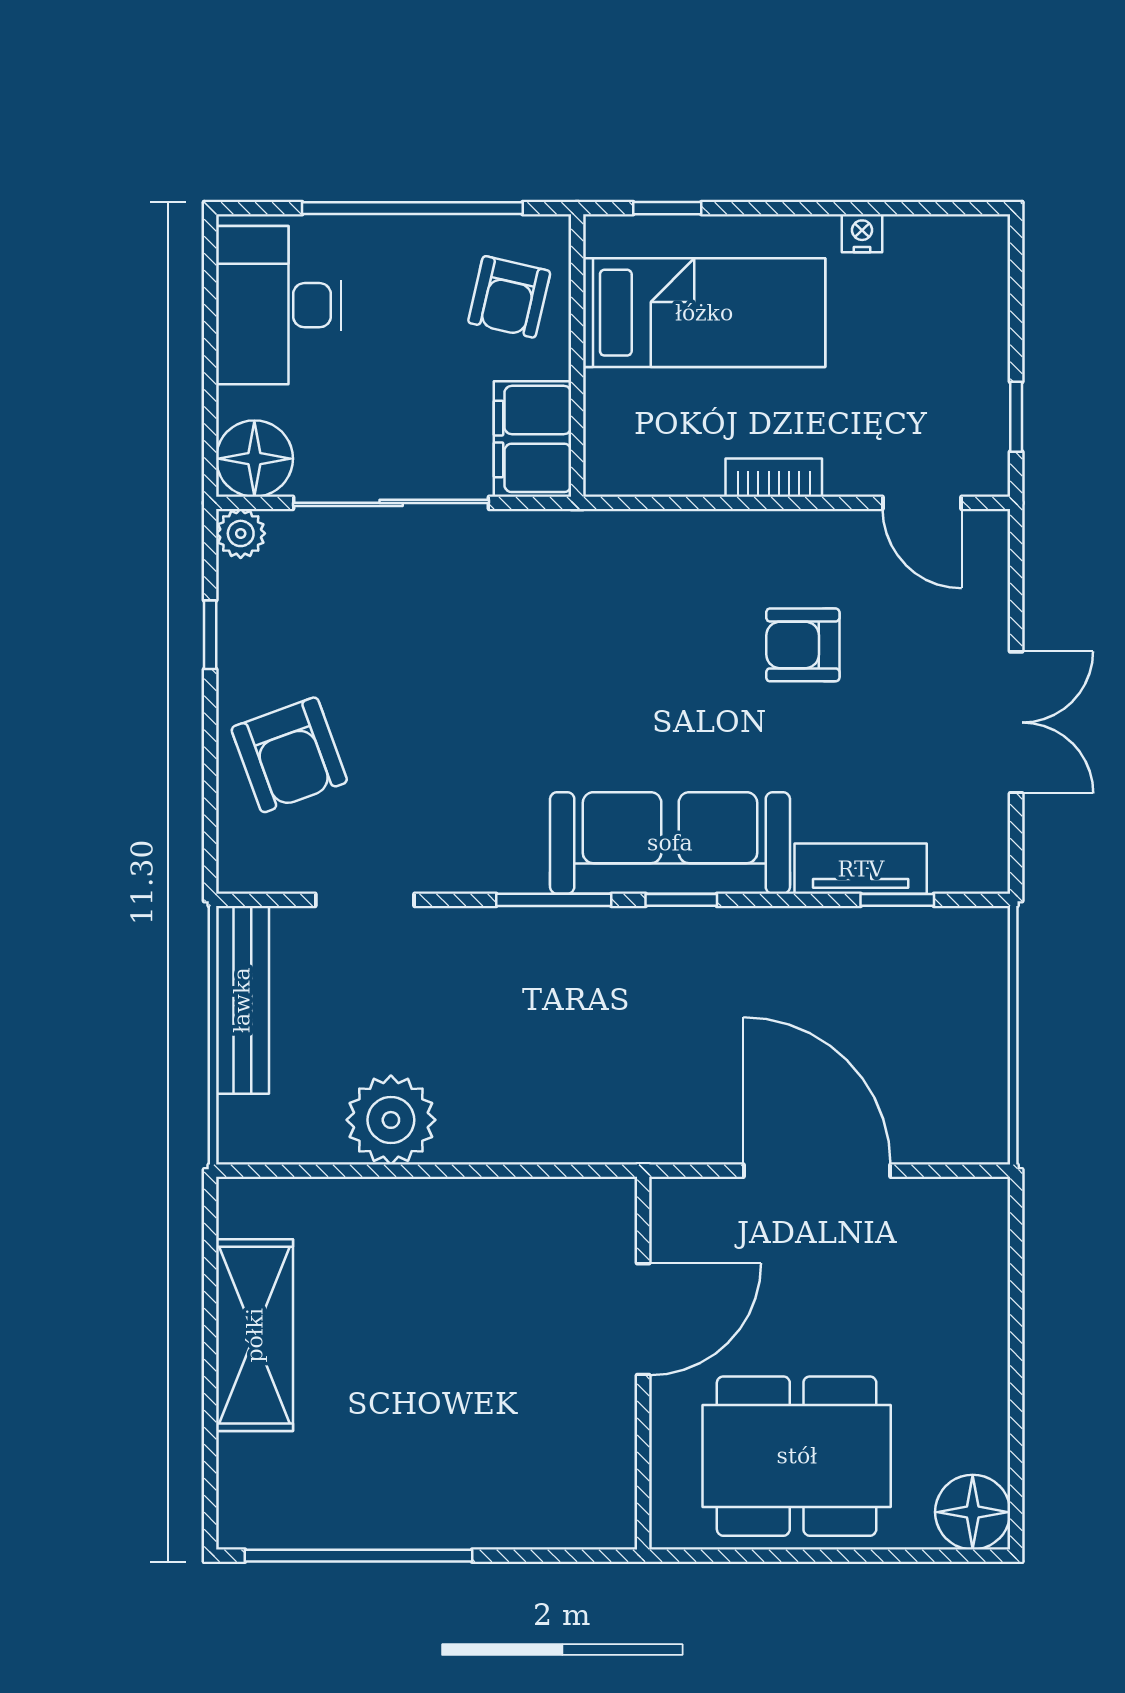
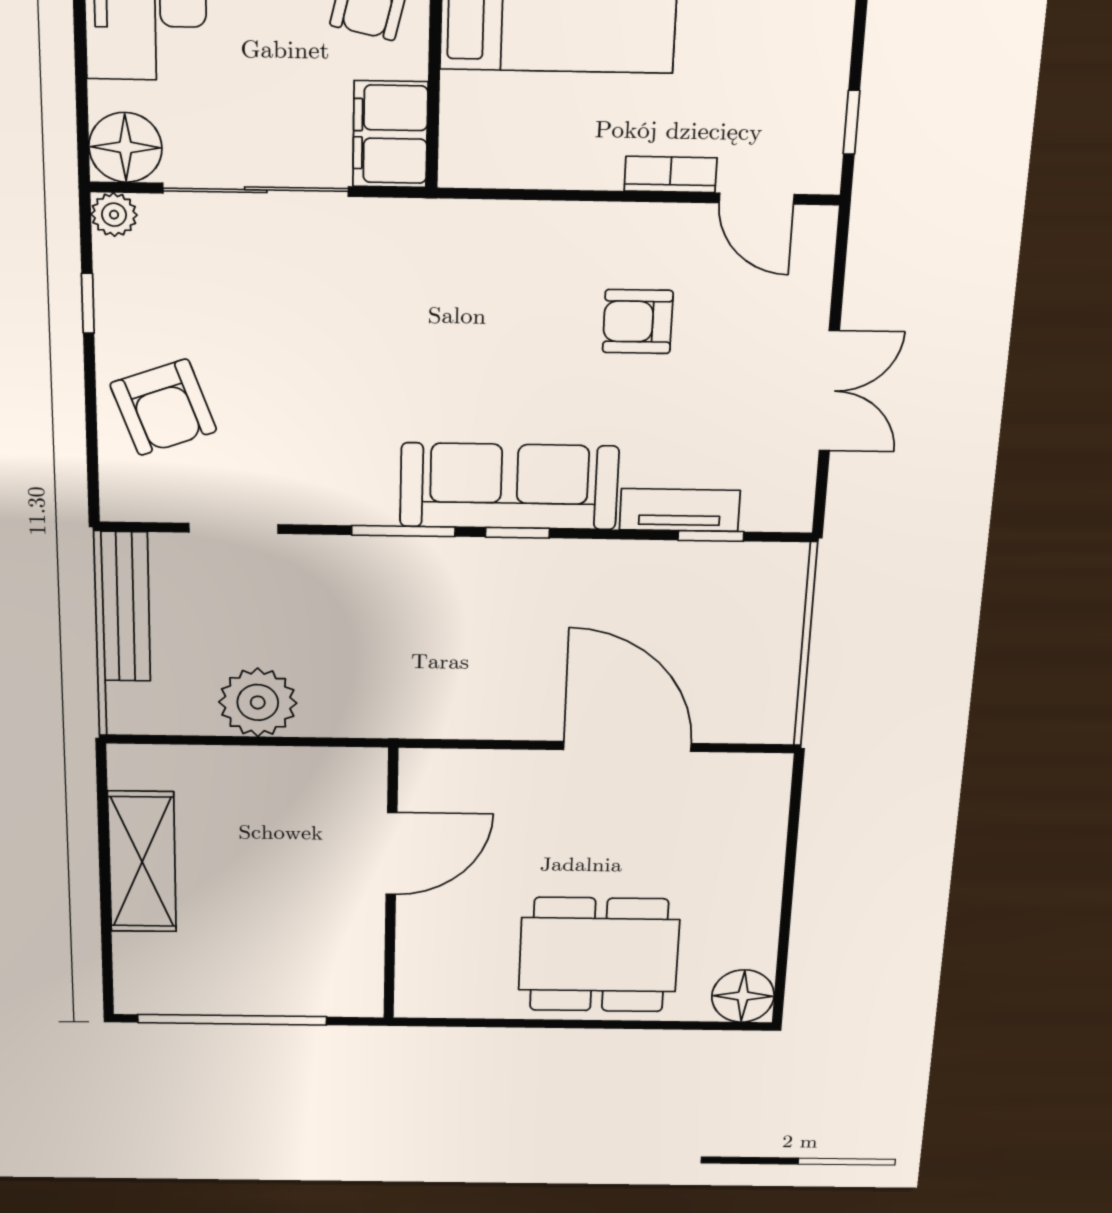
bookcase: (774, 478) -> (671, 174), moved
door: (643, 1319) -> (391, 854), moved
wall: (643, 1363) -> (391, 886), moved

